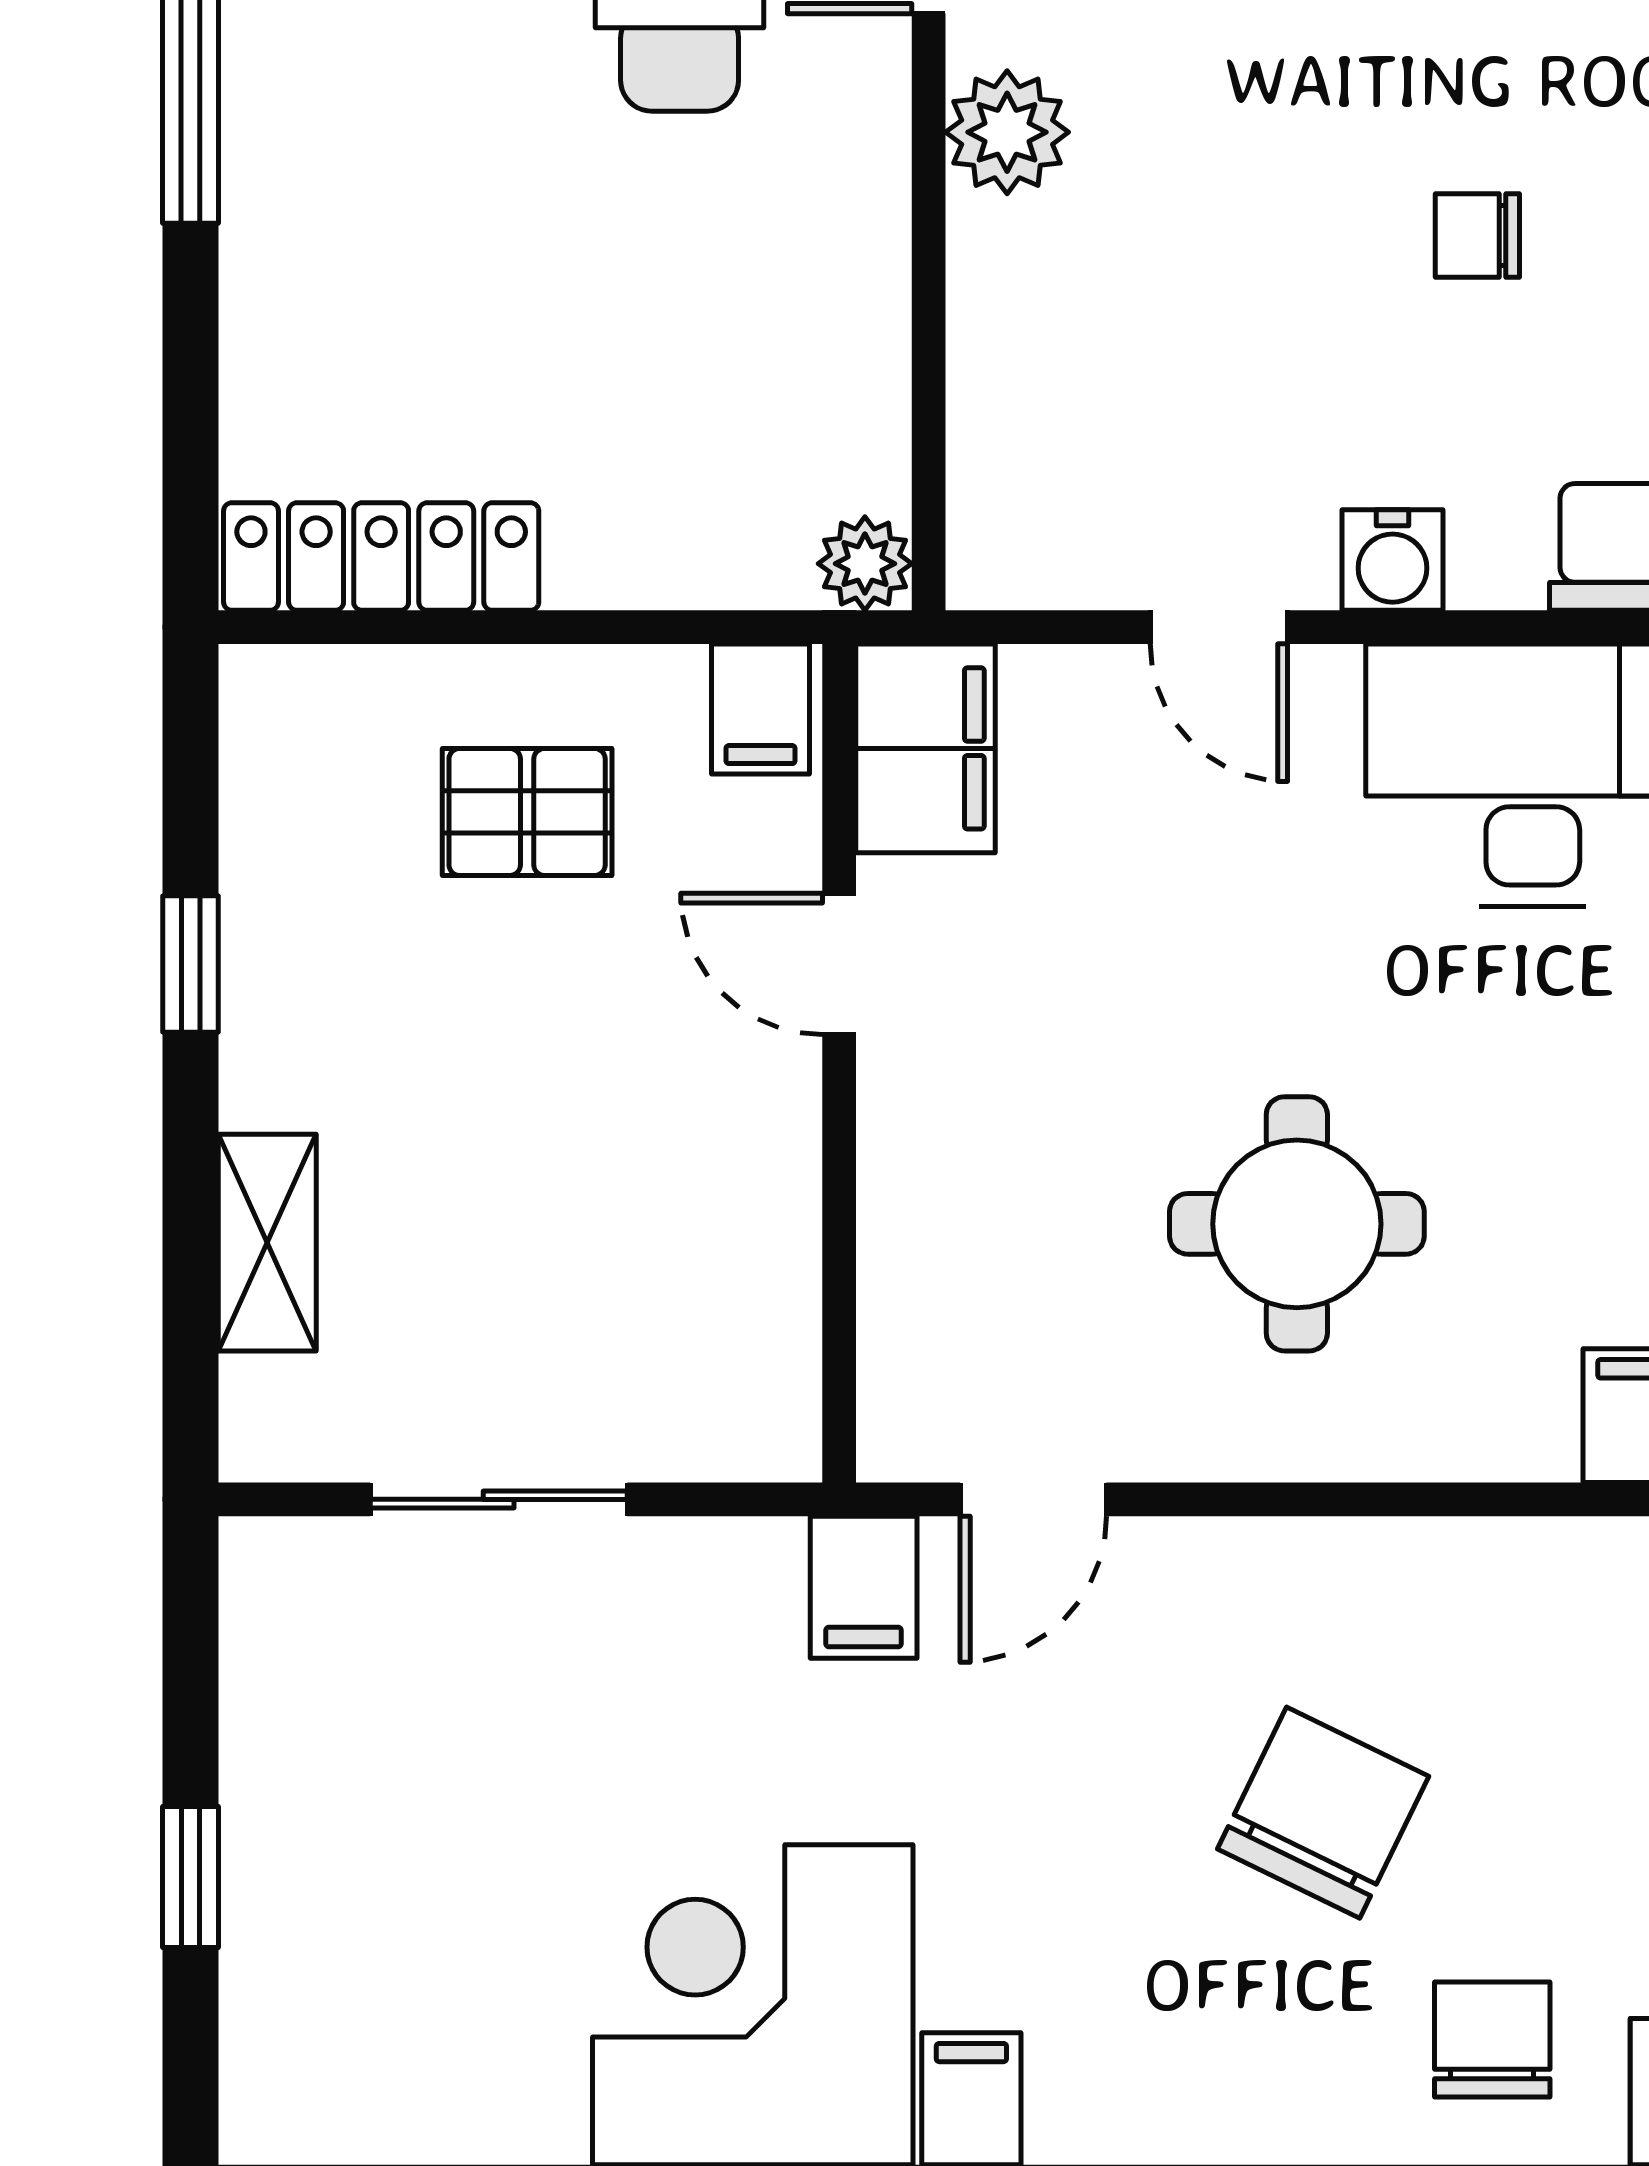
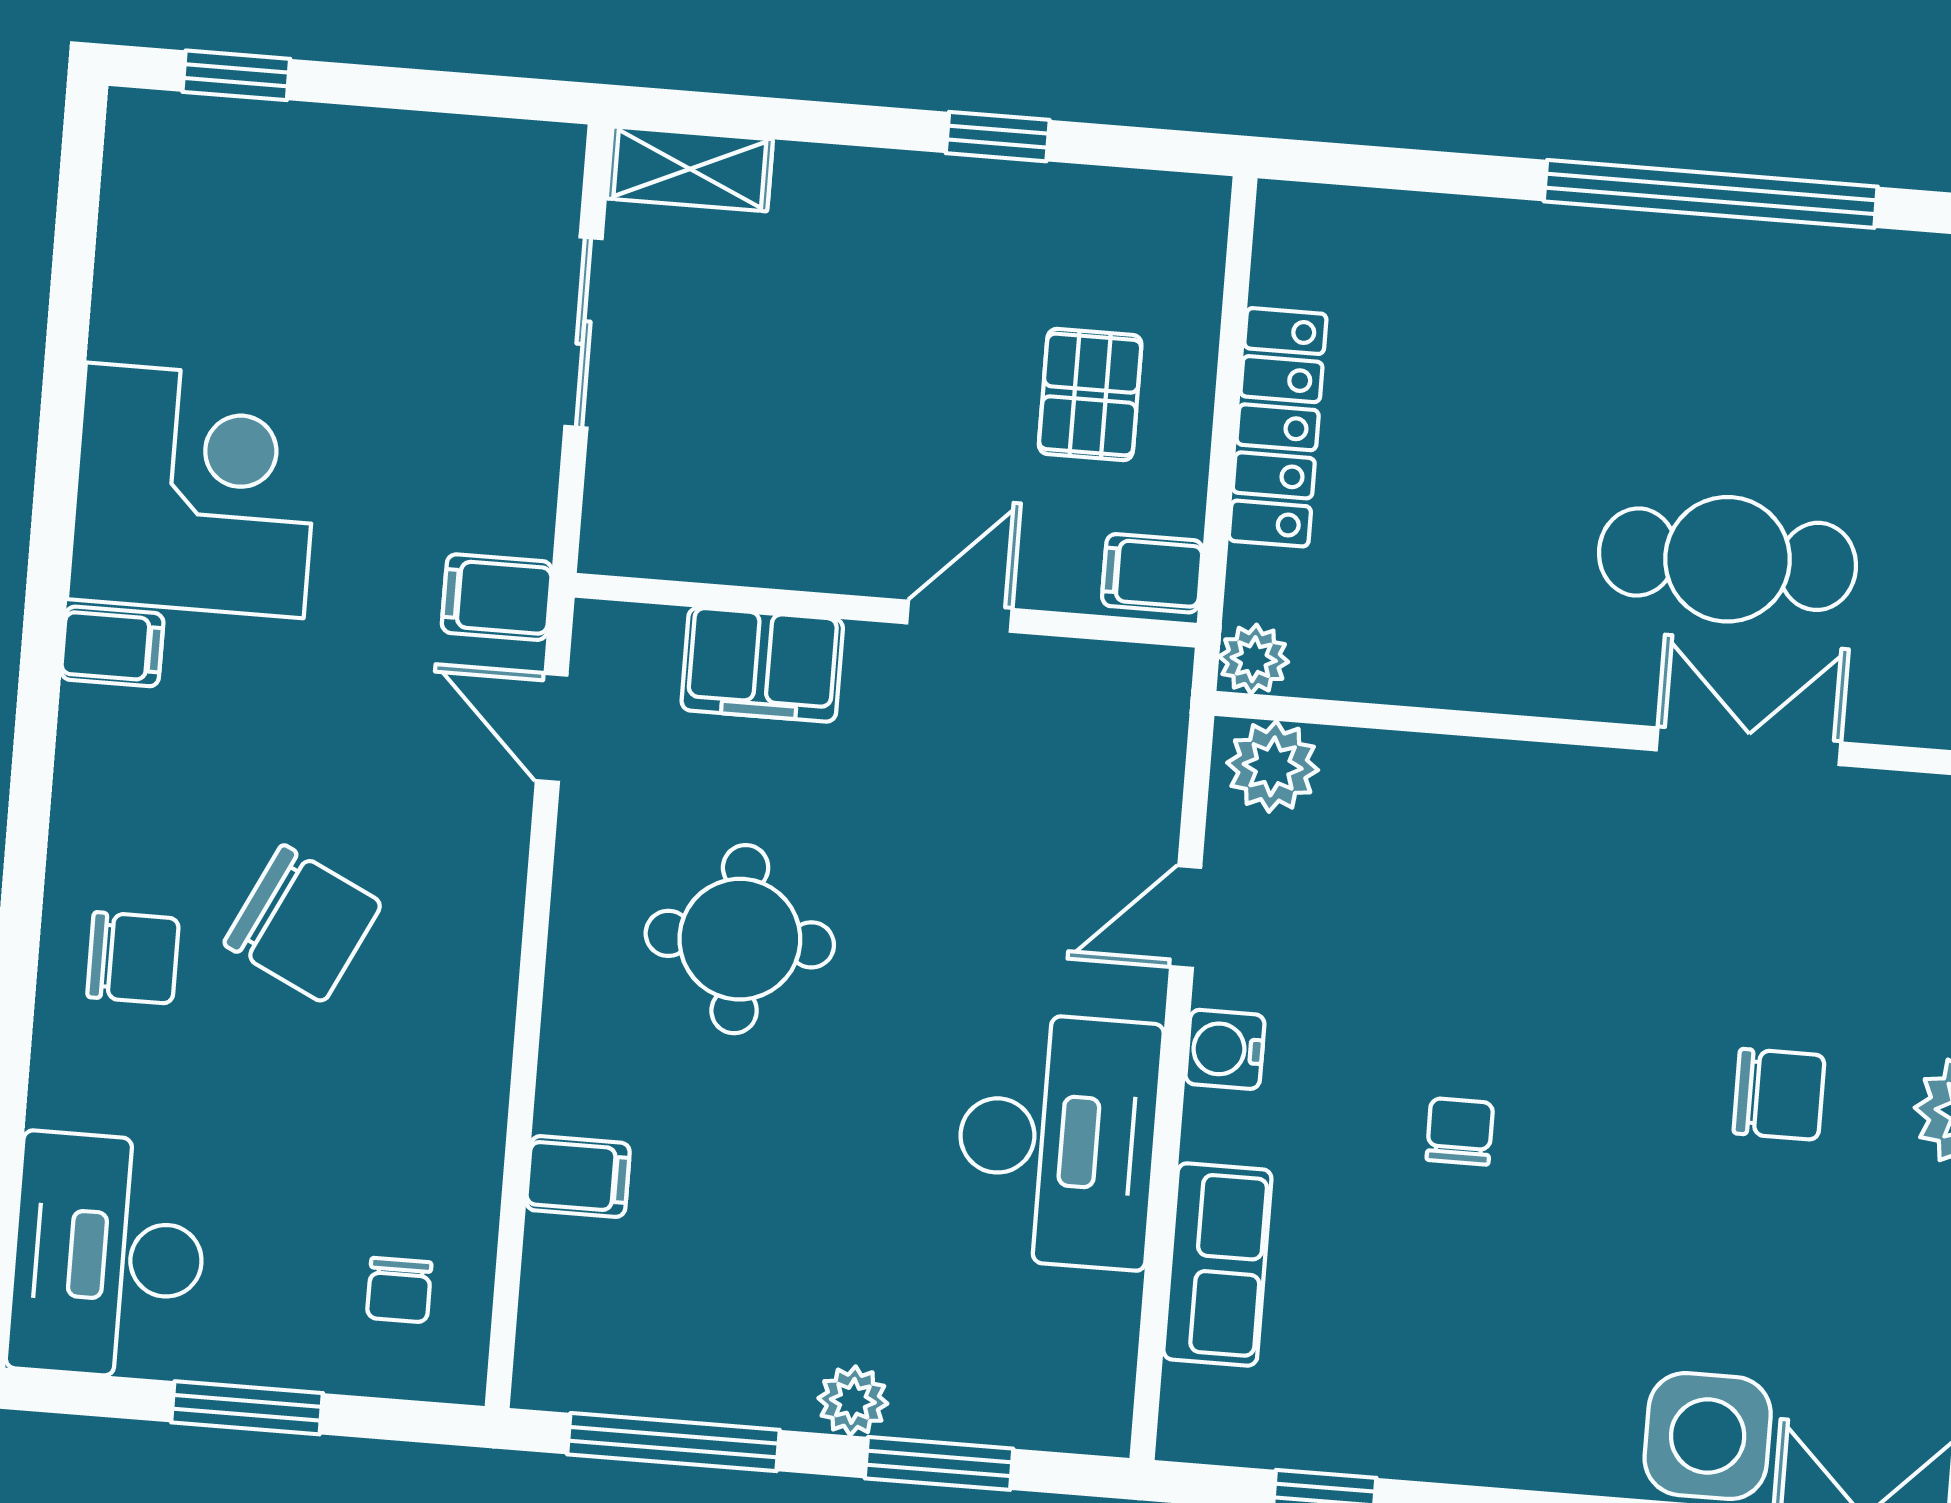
plant: (1007, 132) -> (1273, 766), moved
locker: (381, 557) -> (1278, 427), moved
filing cabinet: (926, 748) -> (762, 665), moved
shelving: (267, 1243) -> (690, 169), moved
window: (190, 1877) -> (236, 75), moved
chair: (1492, 2039) -> (133, 958), moved

